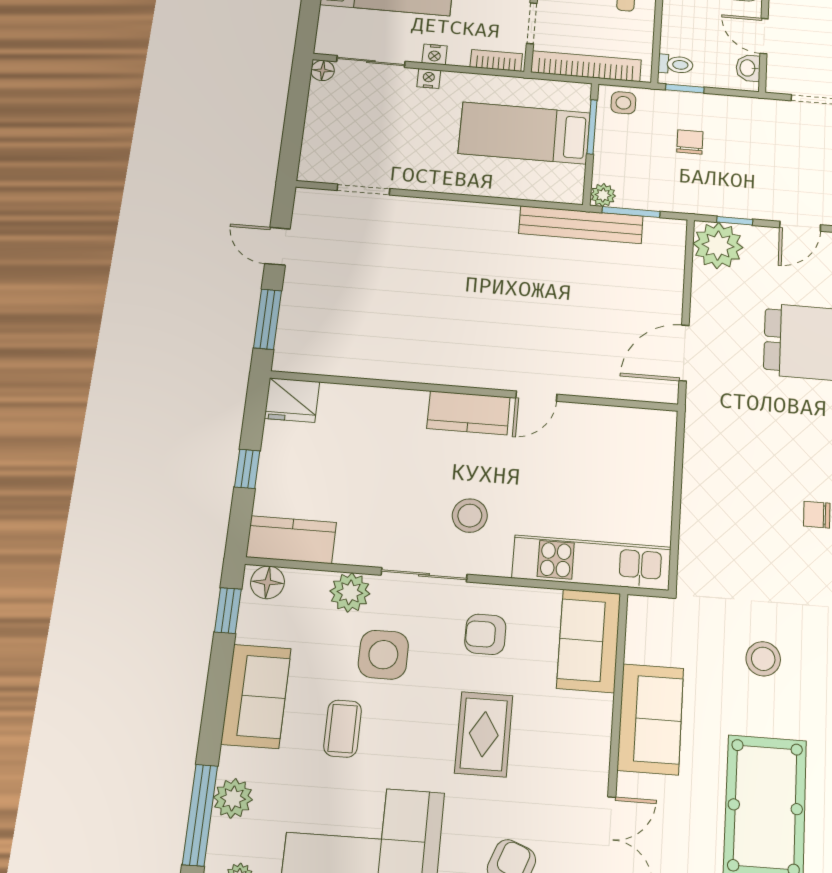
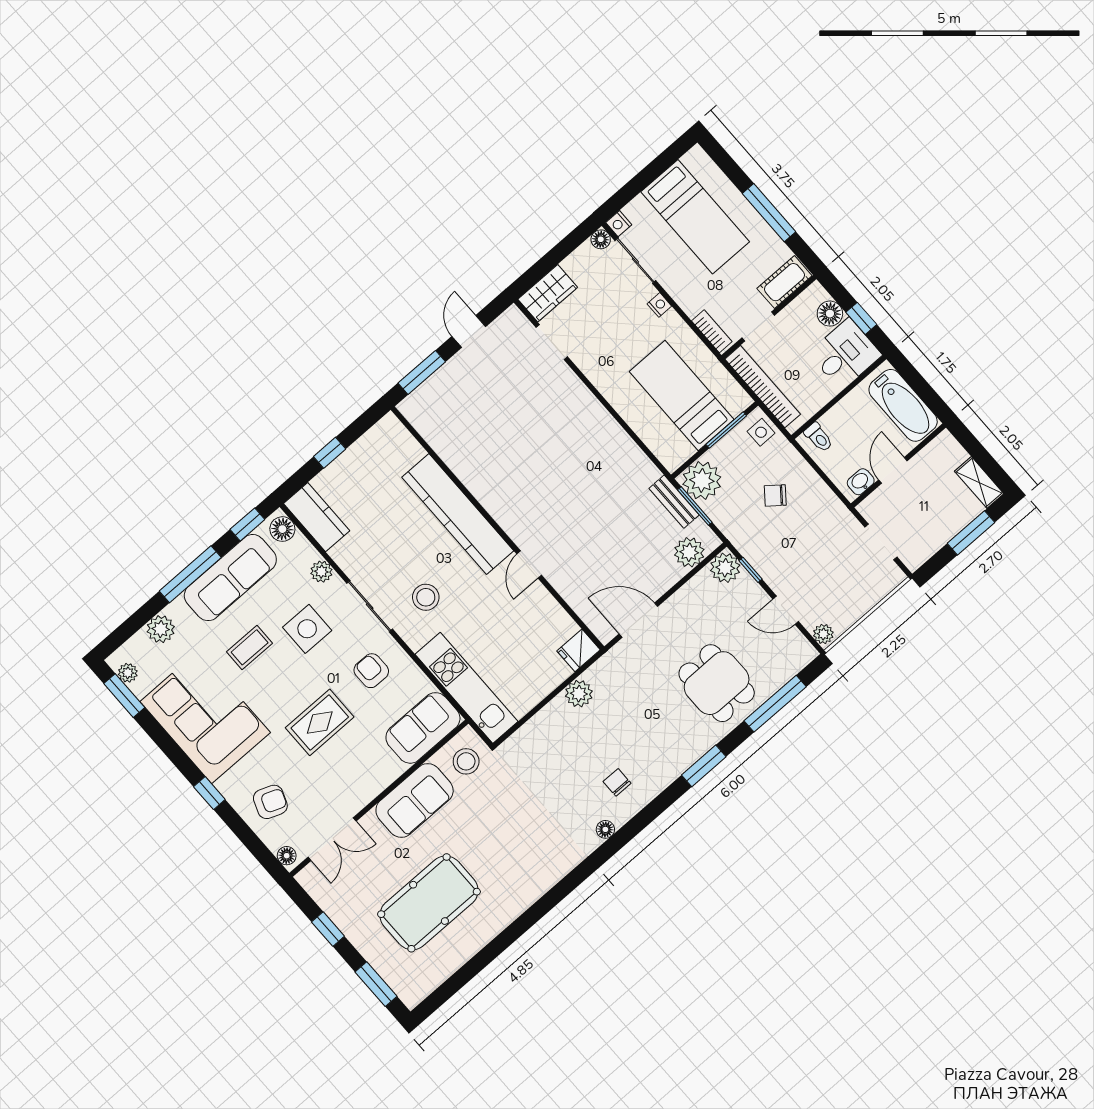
nightstand: (435, 54) -> (619, 224), moved
window: (685, 88) -> (808, 458), removed
chair: (690, 142) -> (775, 495), turned -142
wardrobe: (319, 153) -> (548, 293), added
plant: (603, 195) -> (702, 481), width x1.88, depth x1.88
bench: (581, 225) -> (674, 502), width x0.54, depth x0.82
plant: (718, 246) -> (725, 568), width x0.73, depth x0.73
plant: (667, 254) -> (689, 552), added
door: (536, 396) -> (529, 564), hinge flipped
fridge: (292, 400) -> (578, 650), moved, width x0.72
kitchen counter: (469, 413) -> (458, 514), width x2.08, depth x1.17
plant: (699, 468) -> (579, 694), added
plant: (350, 592) -> (321, 572), width x0.73, depth x0.73
stool: (763, 659) -> (466, 761), moved
sofa: (256, 696) -> (230, 578), width x1.36
window: (200, 815) -> (190, 574), moved

